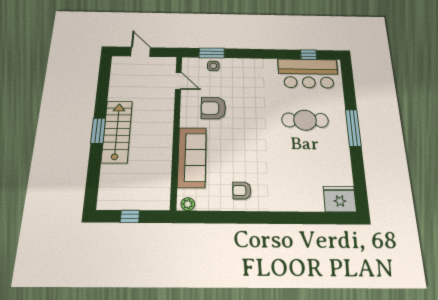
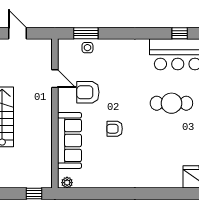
door: (178, 81) -> (55, 79), moved
armchair: (242, 191) -> (115, 129), moved
window: (130, 216) -> (34, 193), moved

